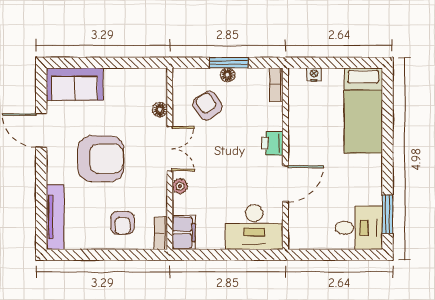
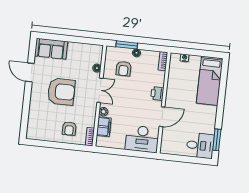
window: (229, 63) -> (127, 45), moved
armchair: (208, 106) -> (124, 69), turned -147
tv unit: (55, 217) -> (32, 121), removed
filing cabinet: (184, 233) -> (104, 127), moved

